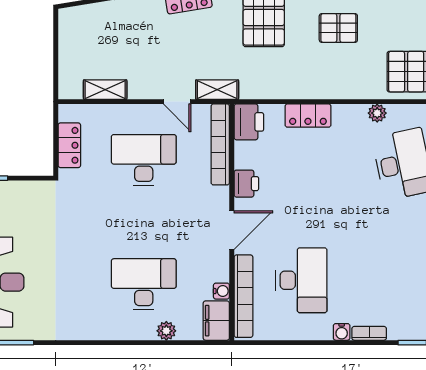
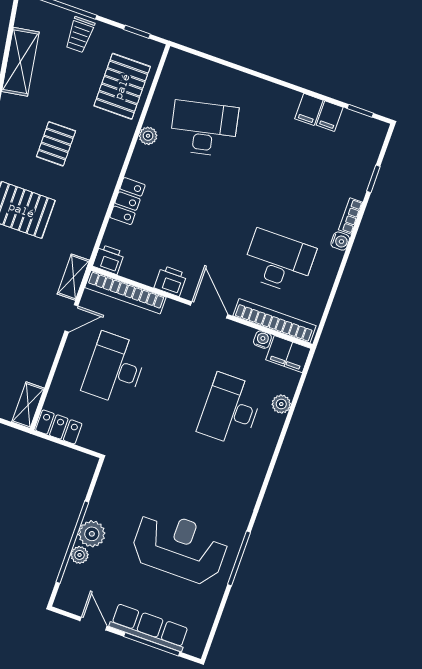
shelving: (105, 90) -> (28, 405), moved
printer: (249, 122) -> (109, 259), width x0.73, depth x0.81
locker: (69, 145) -> (59, 427), moved

